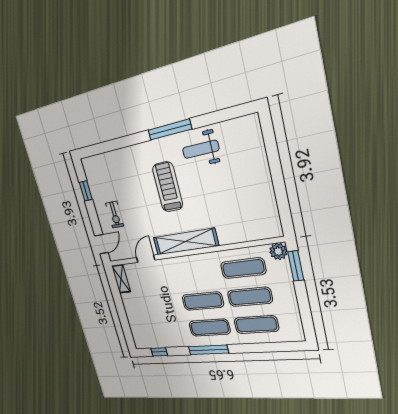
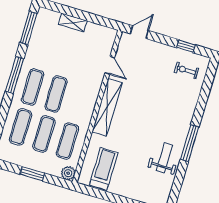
treadmill: (168, 187) -> (104, 169), moved, turned -90
exercise bike: (115, 215) -> (186, 70), moved
door: (101, 244) -> (139, 32), swing flipped
window: (296, 266) -> (32, 174), moved
shelving: (121, 279) -> (73, 22), moved
window: (159, 352) -> (29, 28), width x2.17

